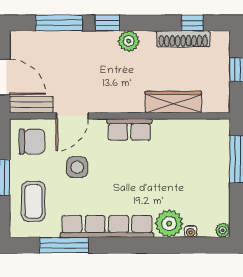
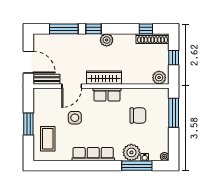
shoe rack: (183, 39) -> (152, 39), moved
wardrobe: (173, 102) -> (104, 78), moved
plant: (214, 102) -> (159, 78), added
chair: (32, 142) -> (138, 116), moved
row of seats: (107, 226) -> (93, 154), width x0.73
window: (64, 245) -> (137, 166), moved

